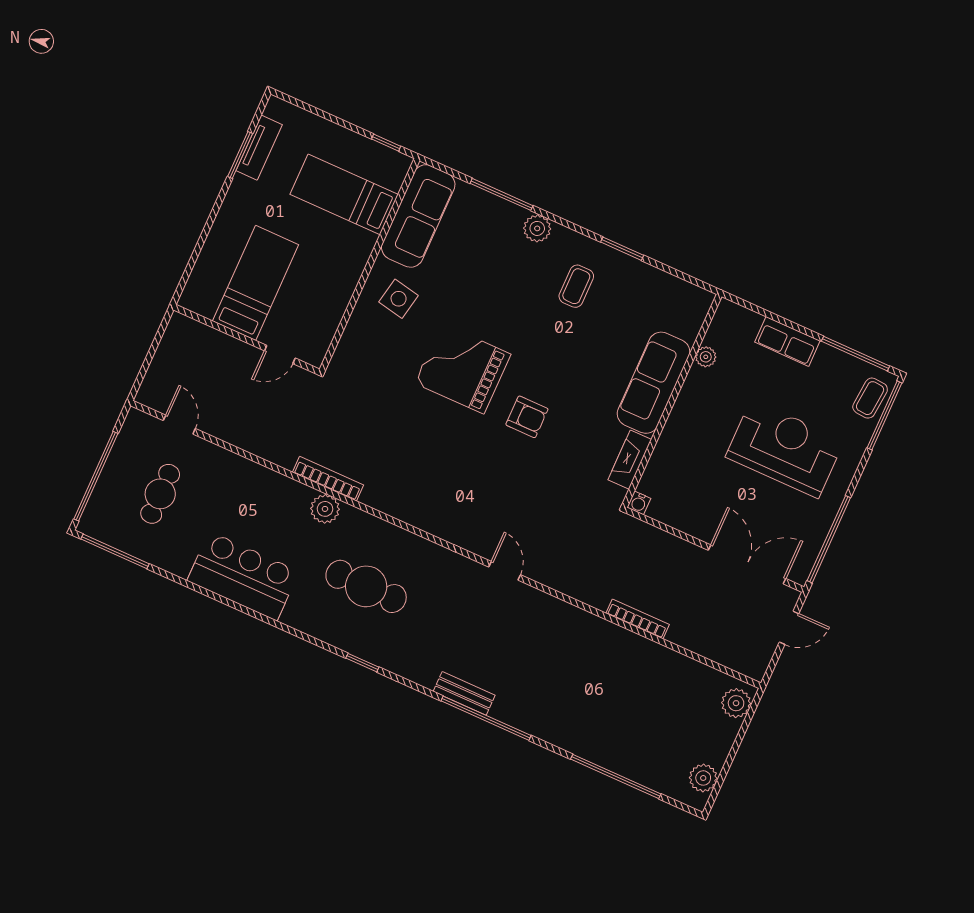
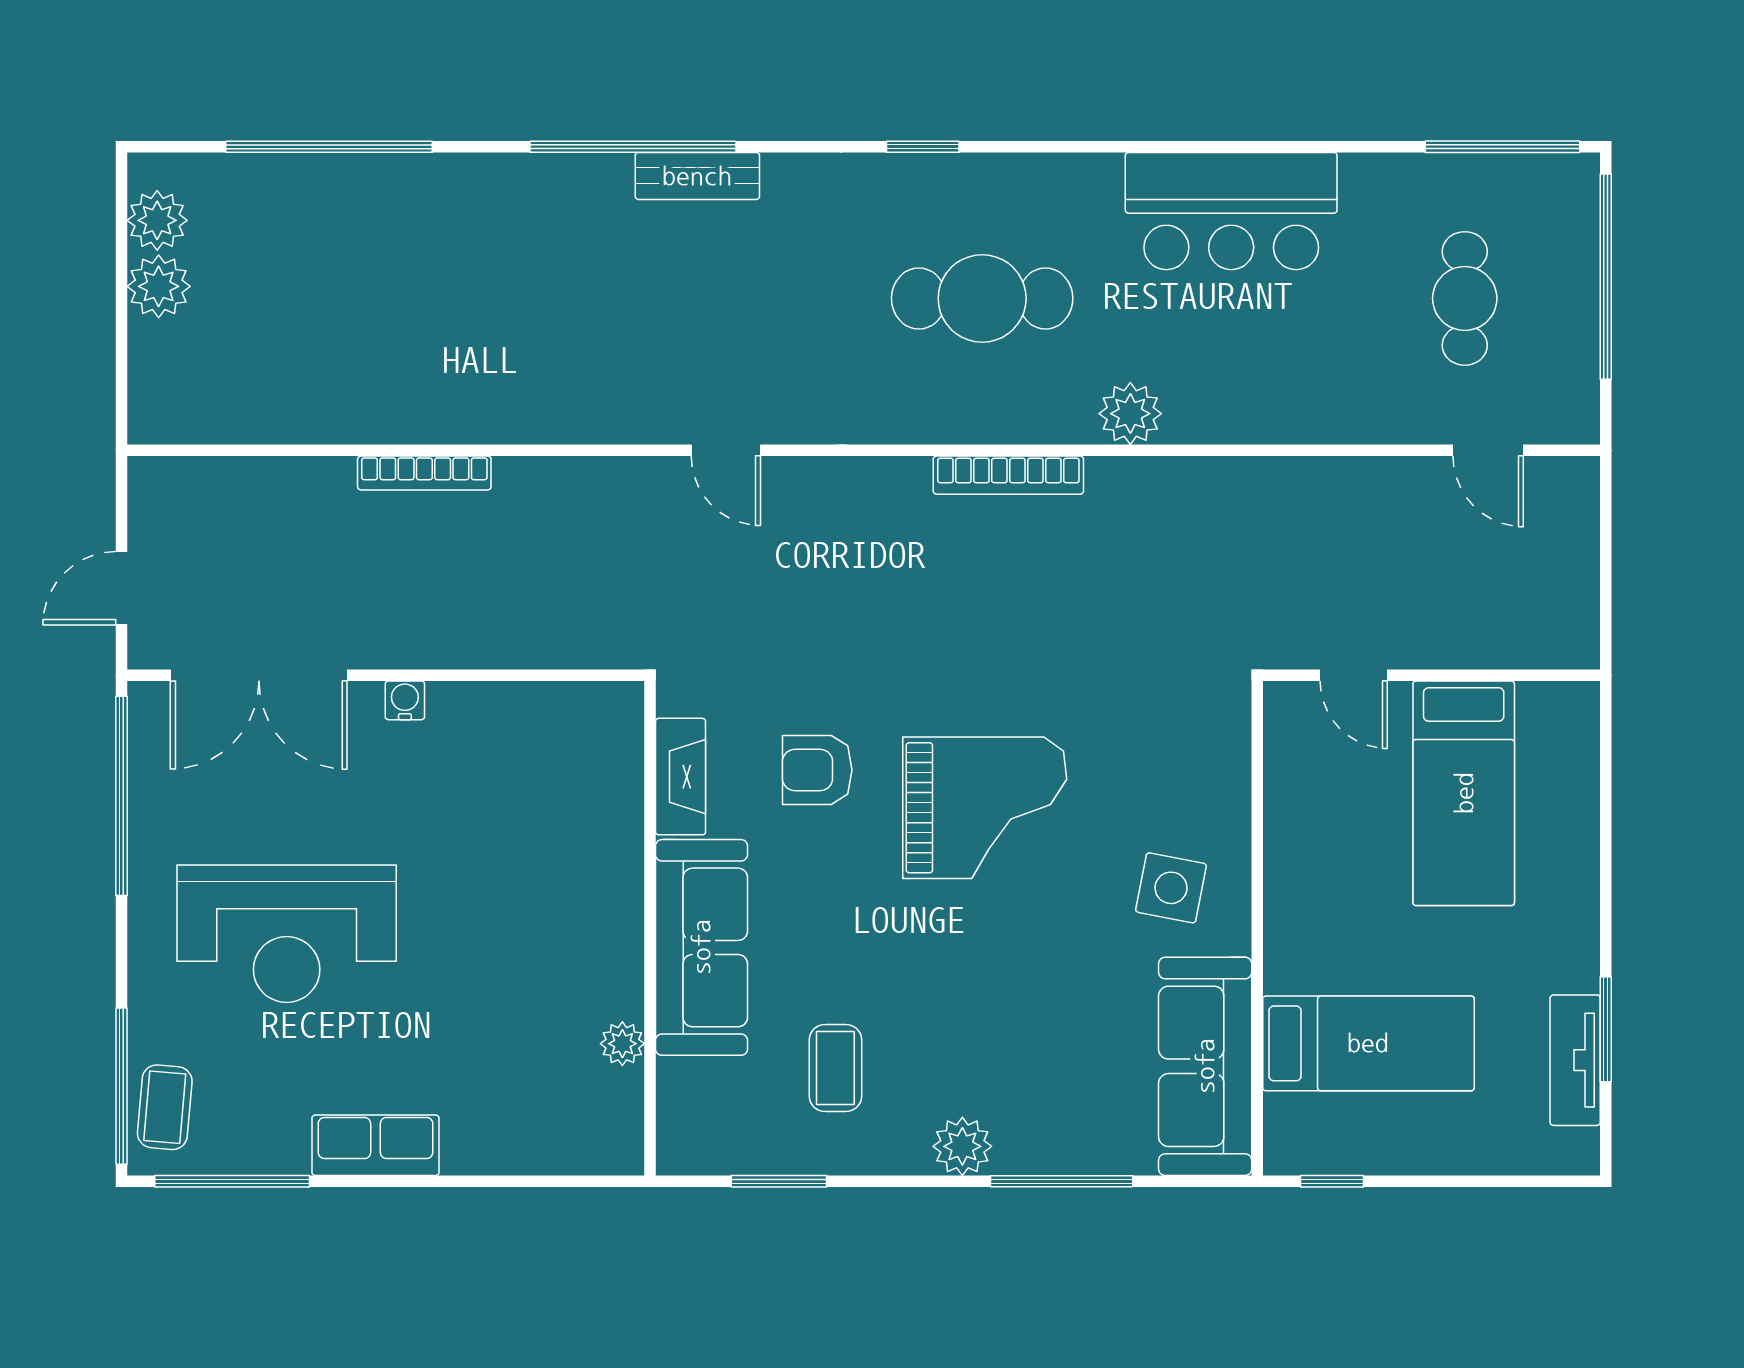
door: (280, 354) -> (1354, 675), swing flipped
plant: (706, 357) -> (622, 1044), moved
sofa: (654, 383) -> (701, 947), moved
wall: (672, 401) -> (650, 928), moved
fireplace: (630, 460) -> (681, 777), moved
bookcase: (328, 479) -> (1008, 475), moved
water cooler: (639, 503) -> (405, 700), moved
plant: (736, 703) -> (159, 286), moved

